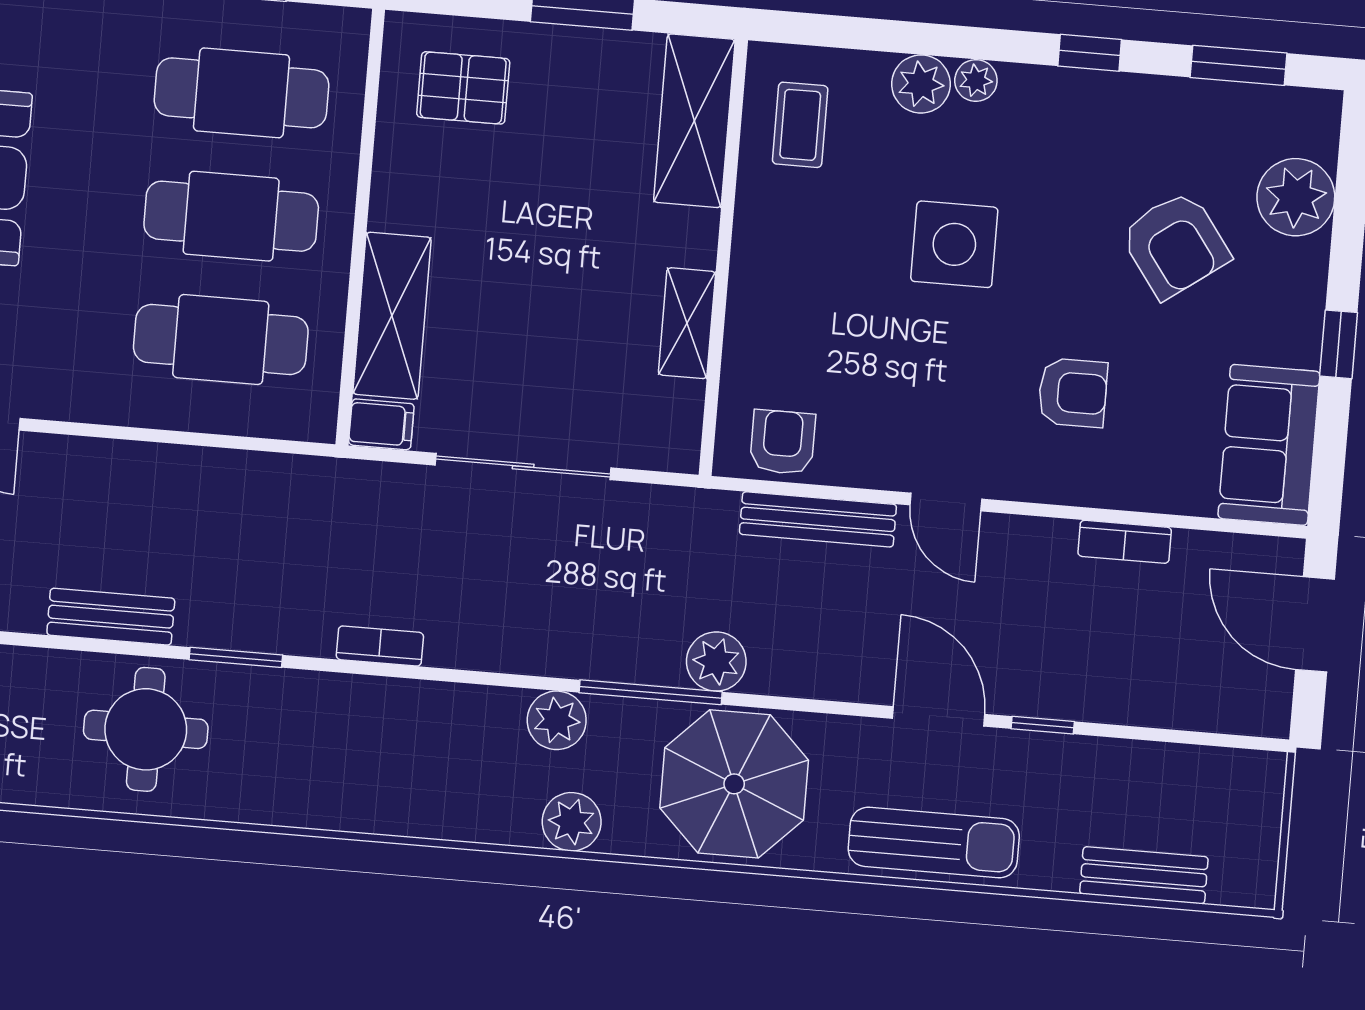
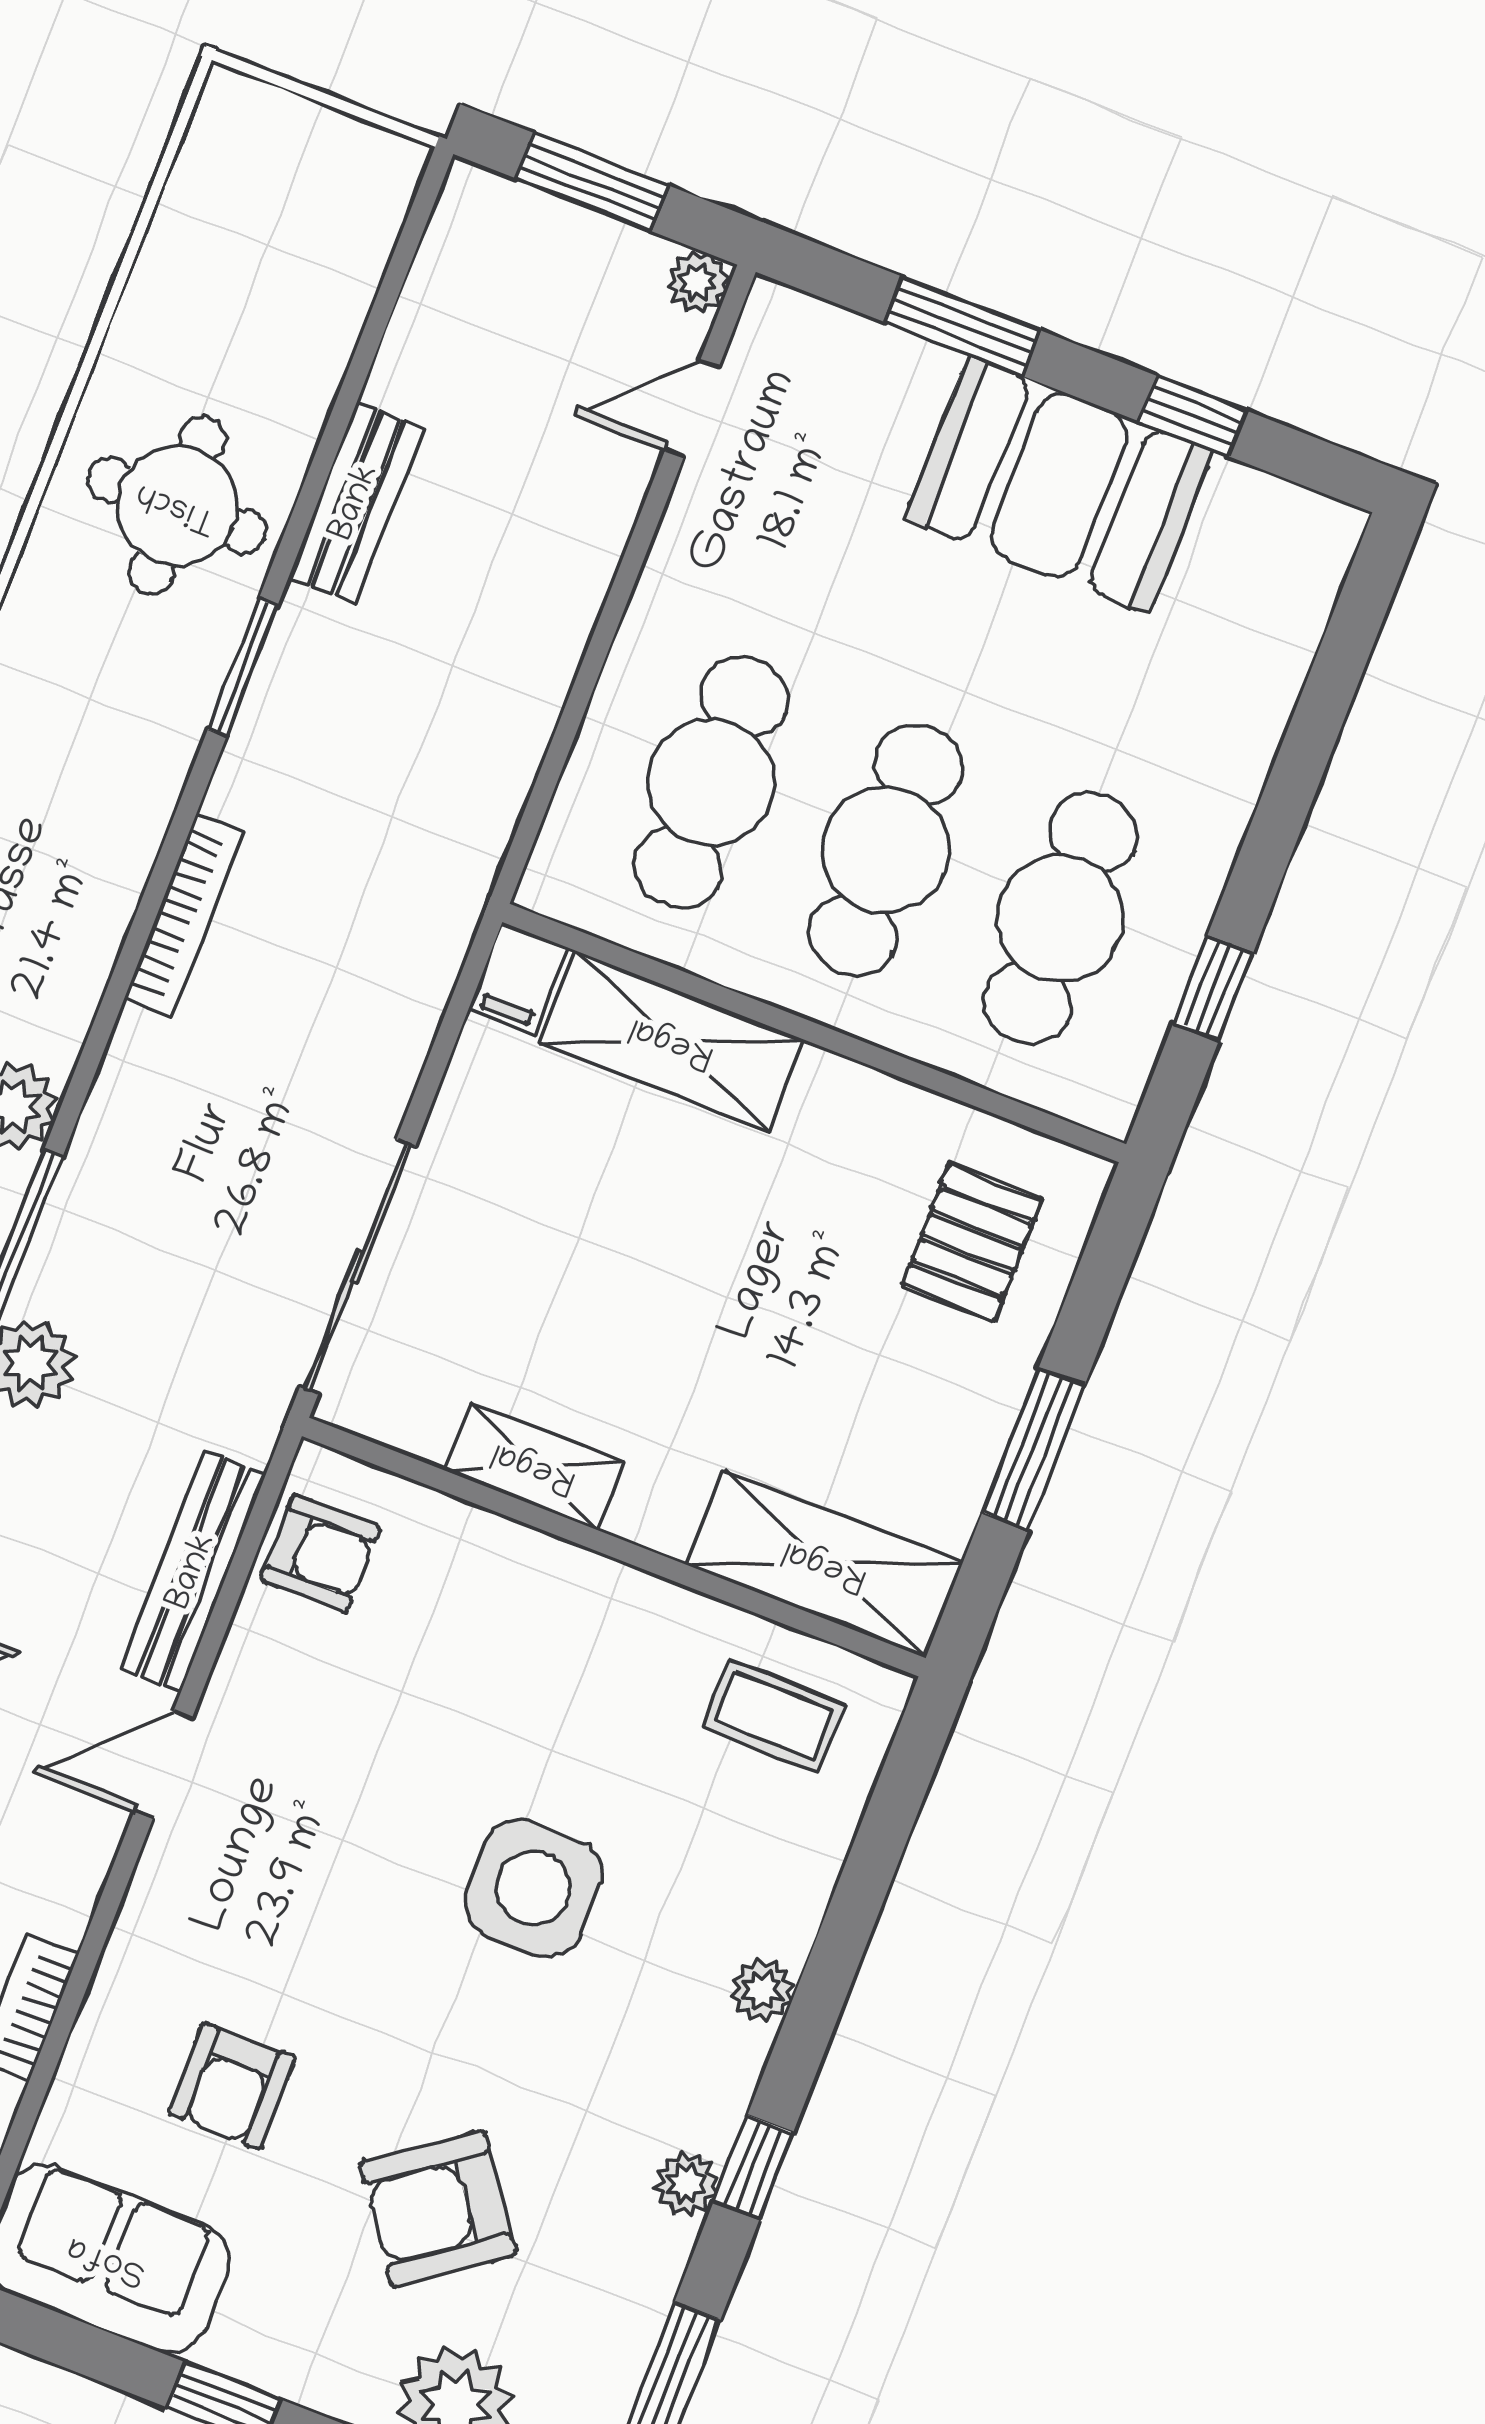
plant: (921, 84) -> (687, 2183), moved, width x0.73, depth x0.73
armchair: (1073, 393) -> (232, 2086), moved
sliding door: (523, 466) -> (357, 1267), moved
bookcase: (380, 646) -> (184, 915), width x1.56

